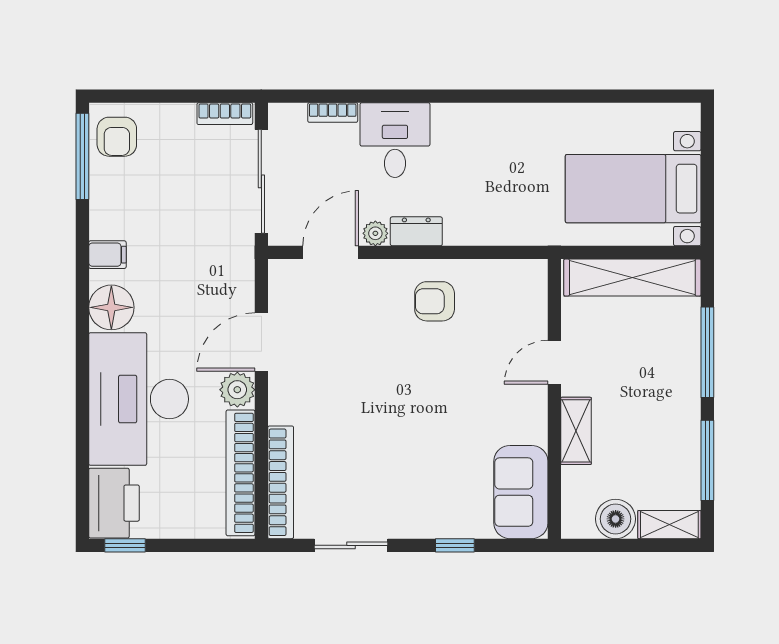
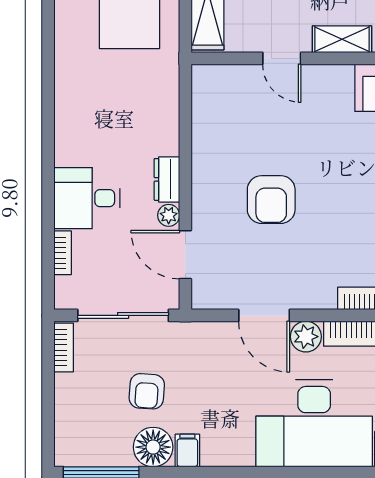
armchair: (117, 137) -> (147, 391), moved, turned 94
armchair: (435, 301) -> (271, 200), moved, width x1.38, depth x1.38
floor lamp: (111, 307) -> (153, 447), moved

